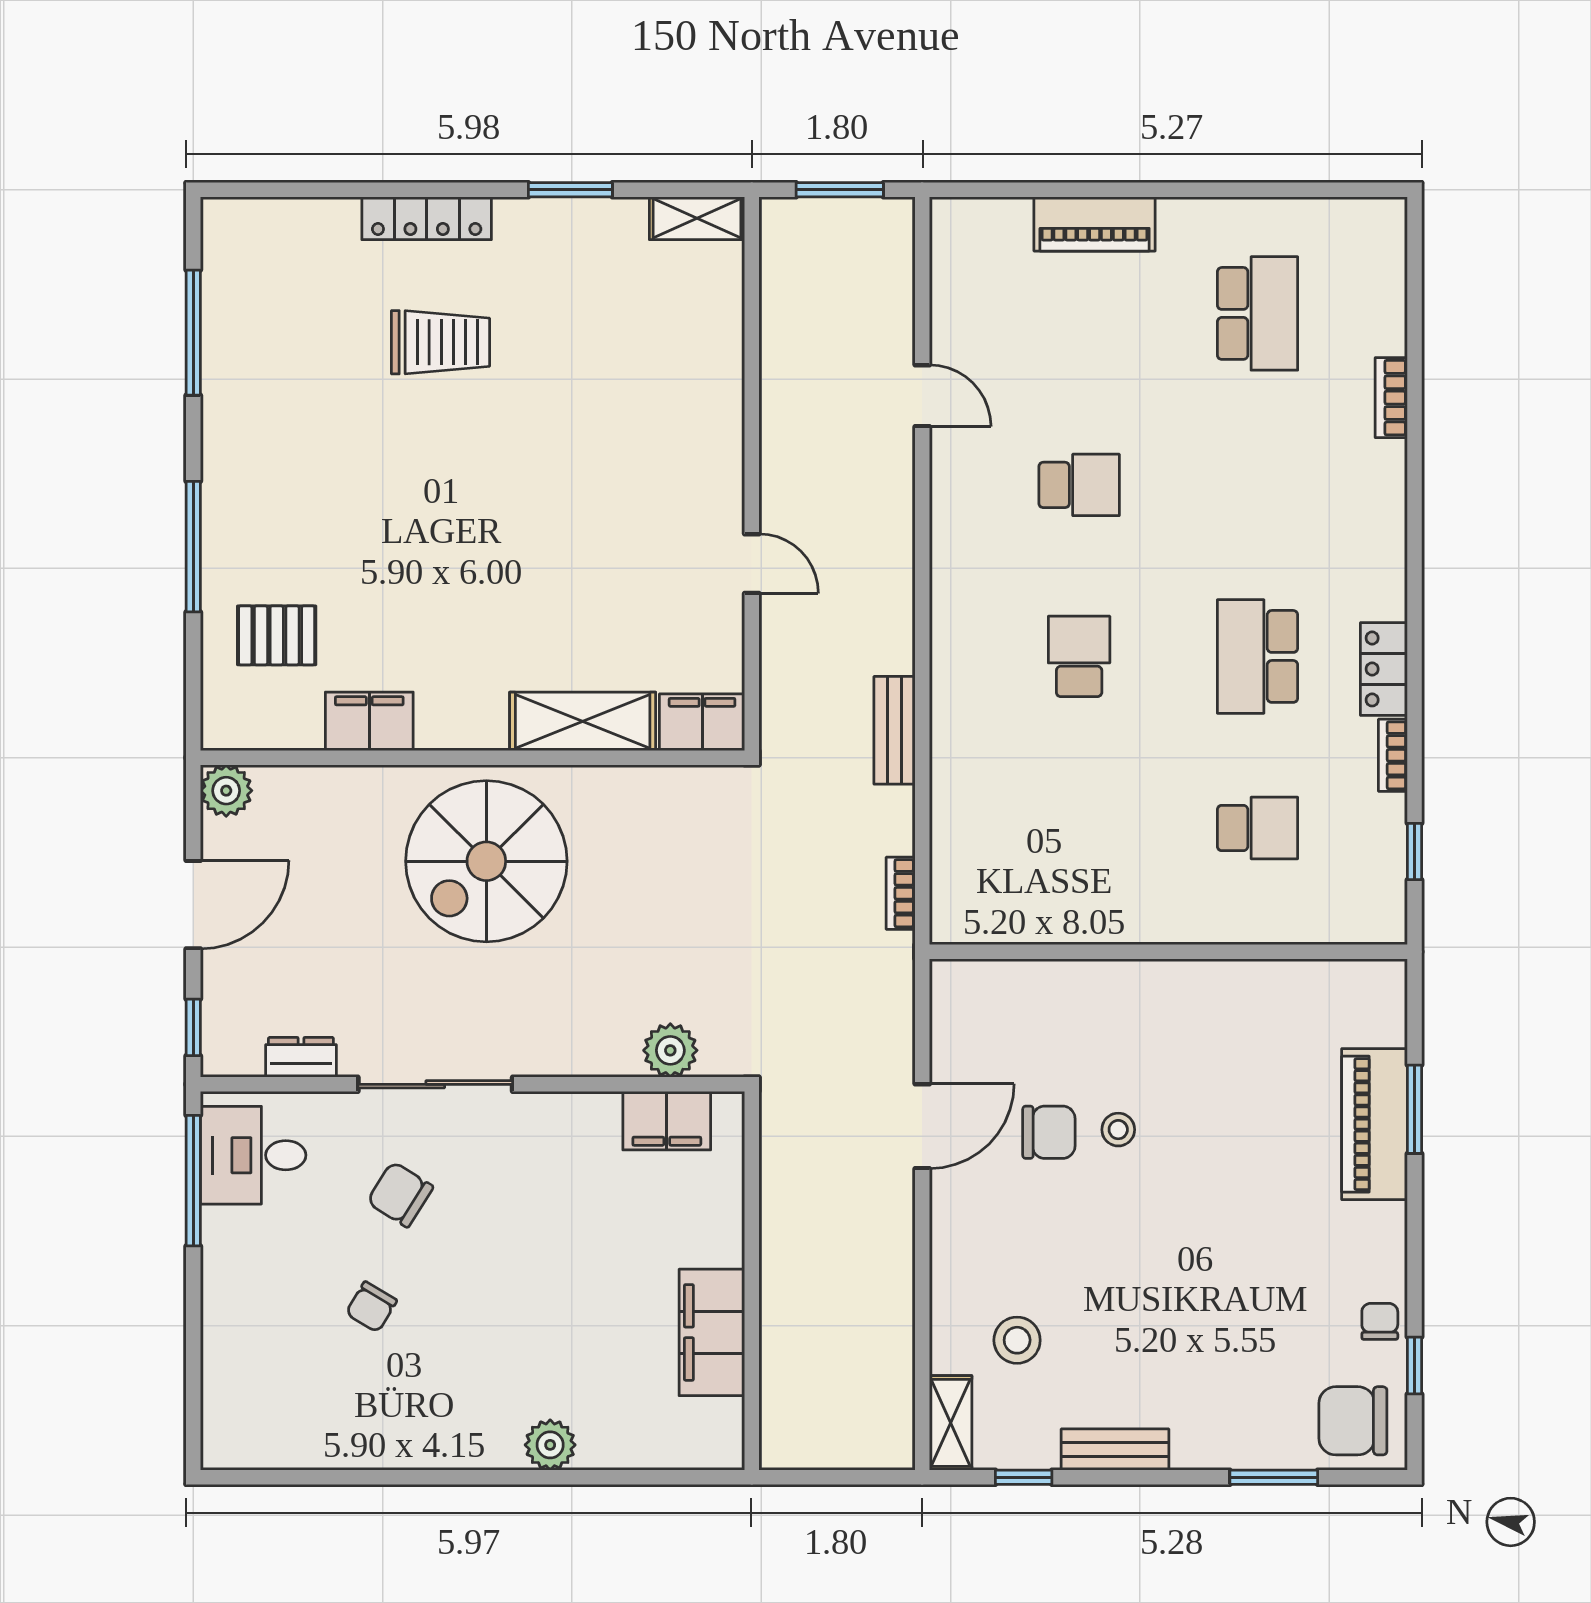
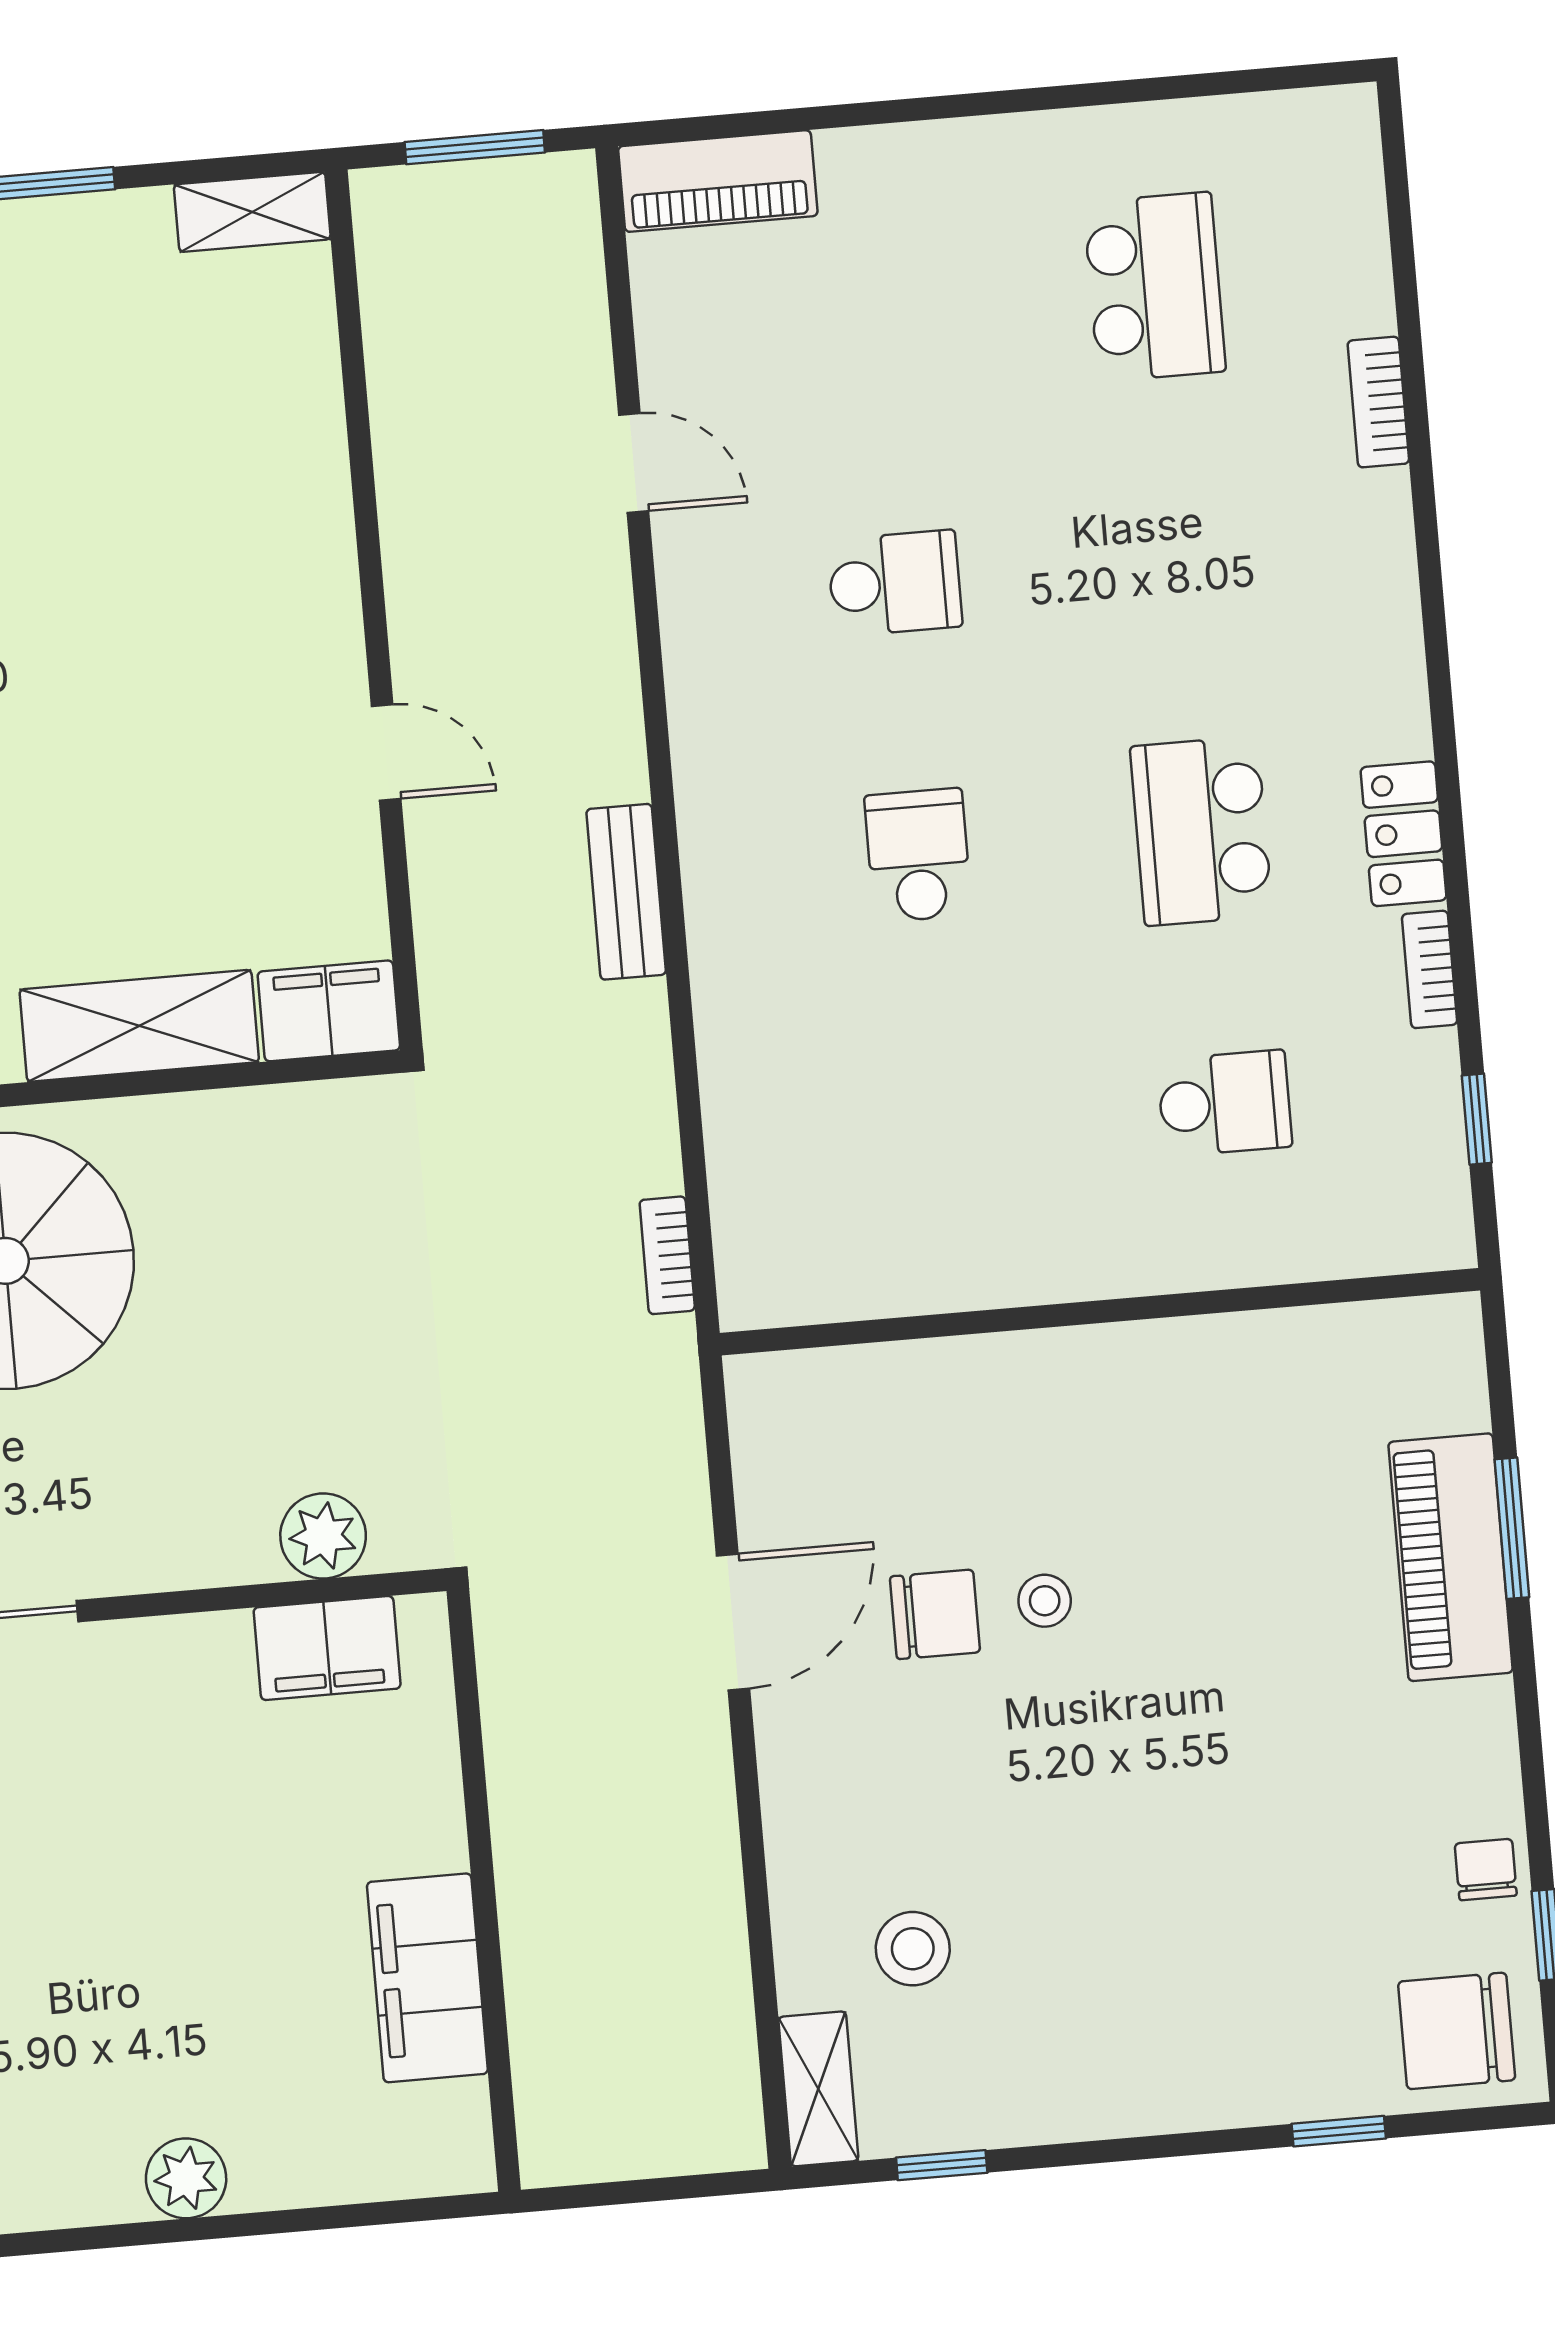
piano: (1095, 224) -> (718, 181), moved
bench: (894, 730) -> (626, 892), moved
bench: (1115, 1449) -> (1083, 2109), removed
window: (1274, 1477) -> (1339, 2131), width x0.67

